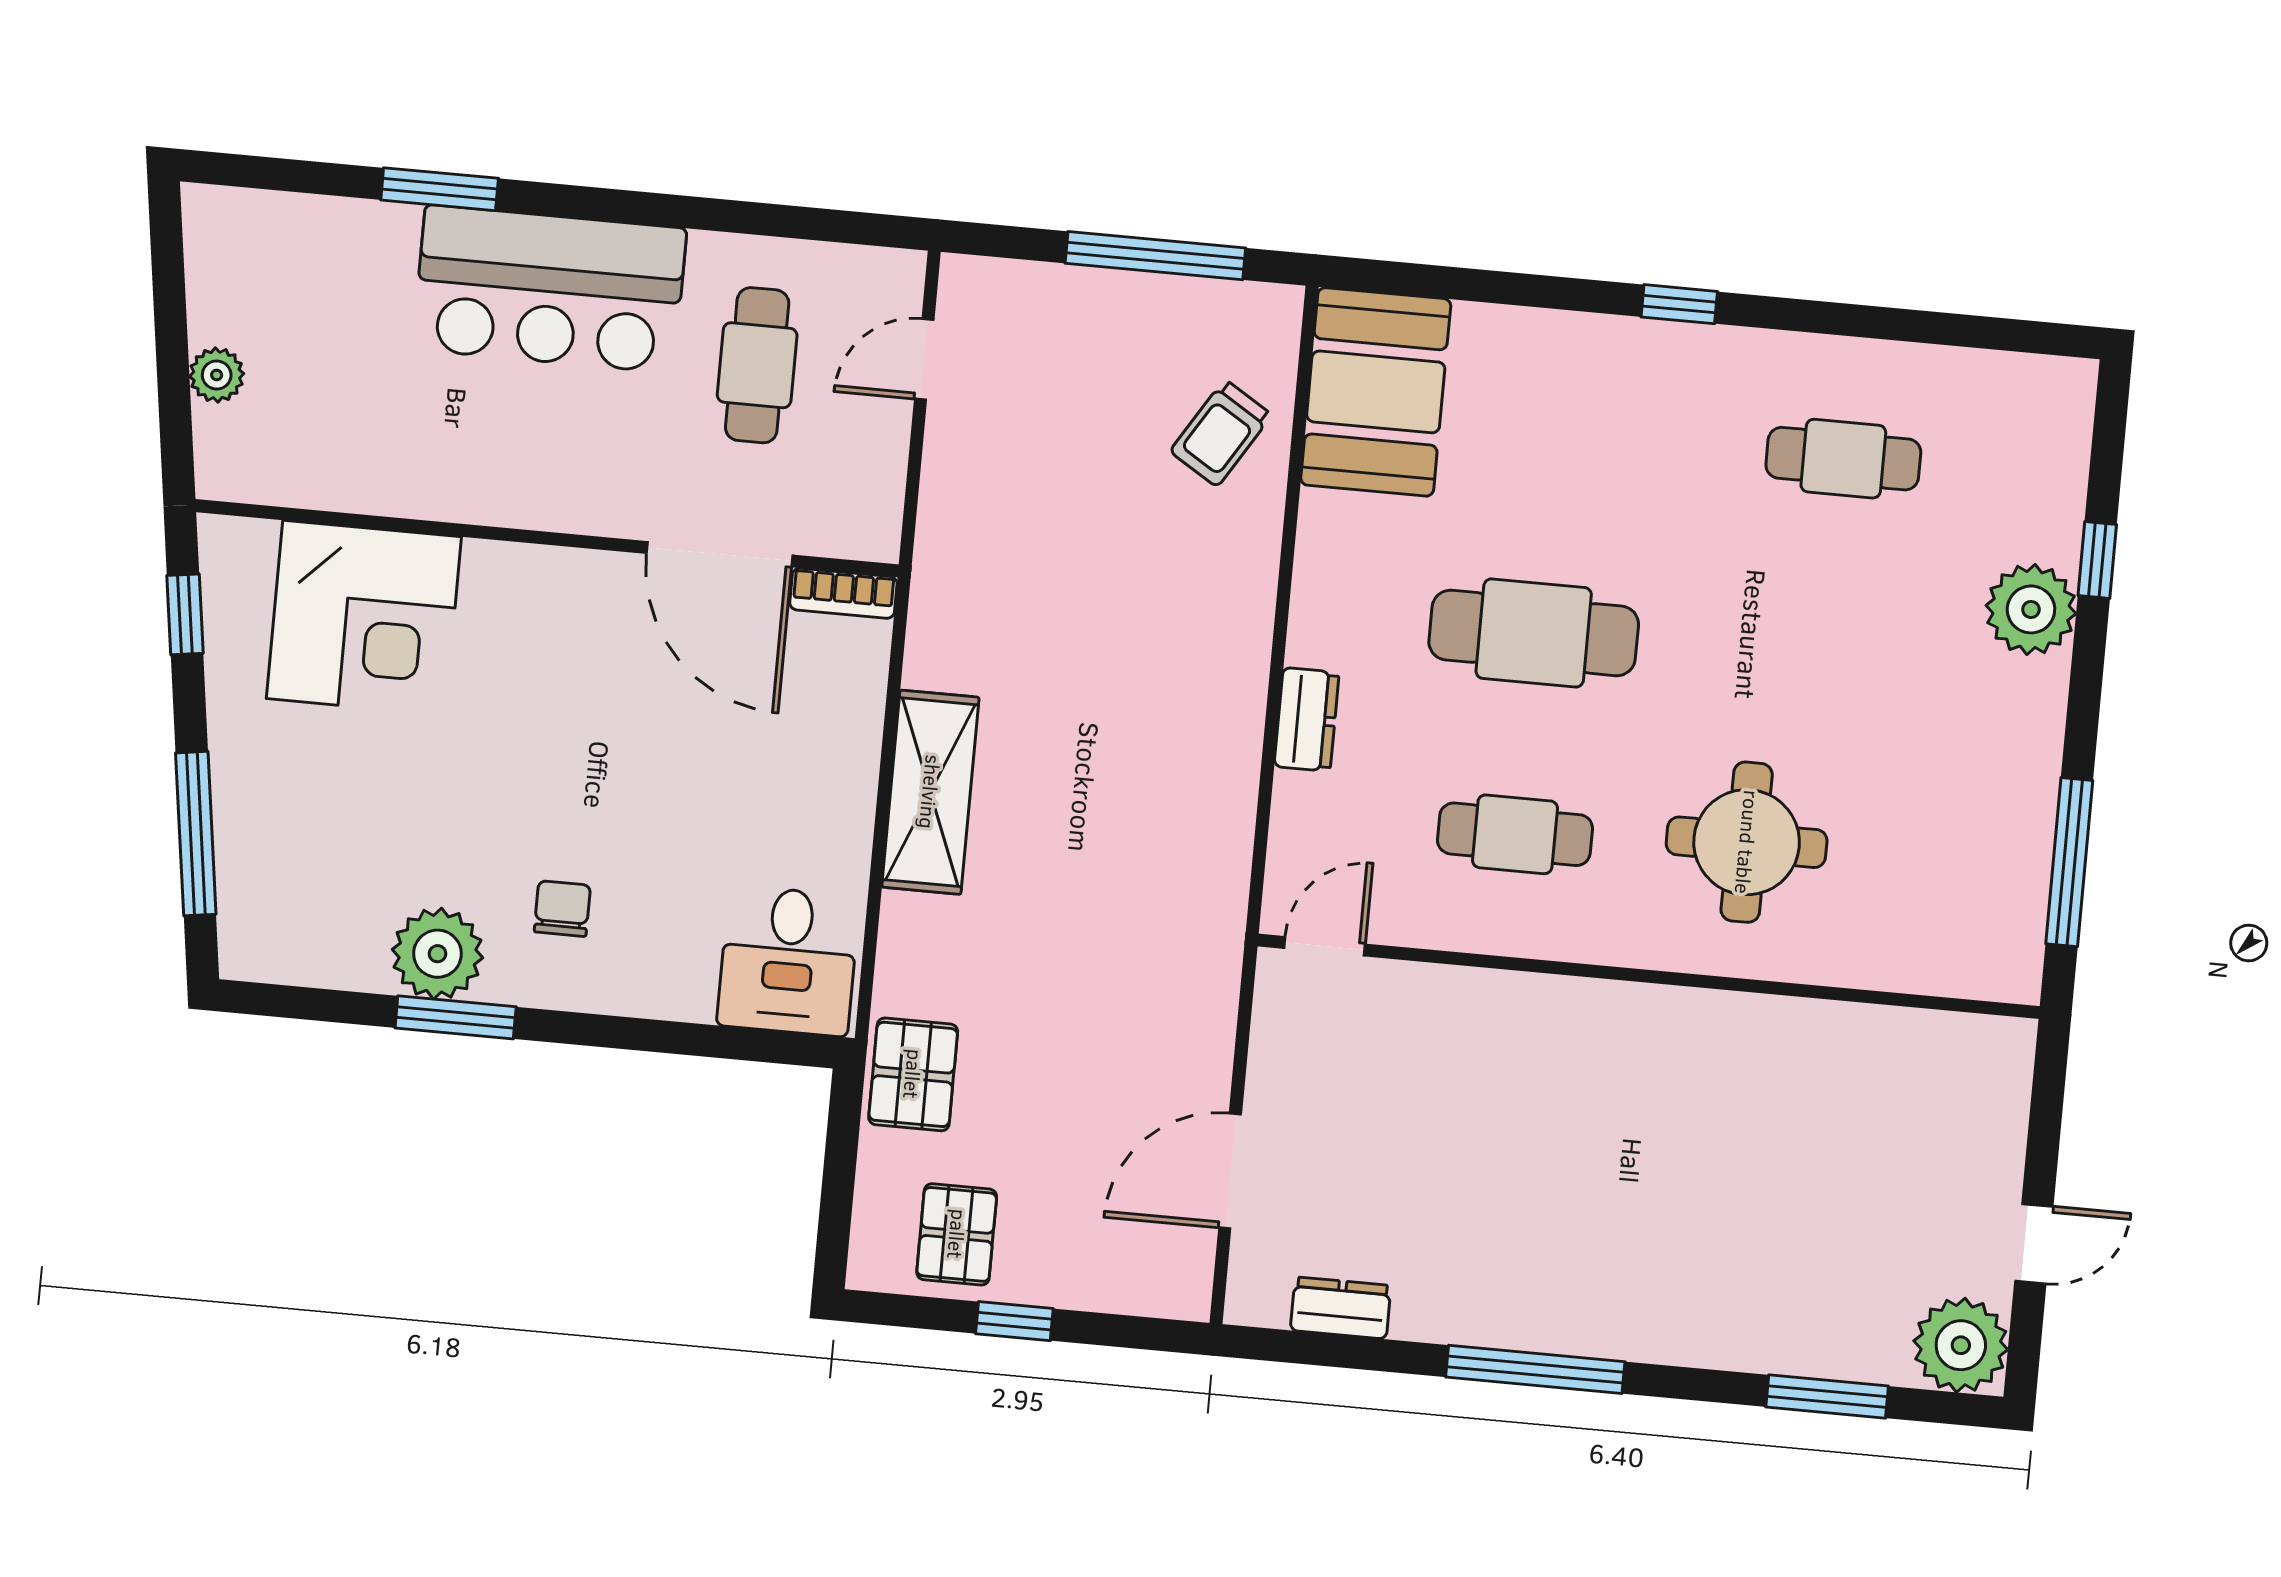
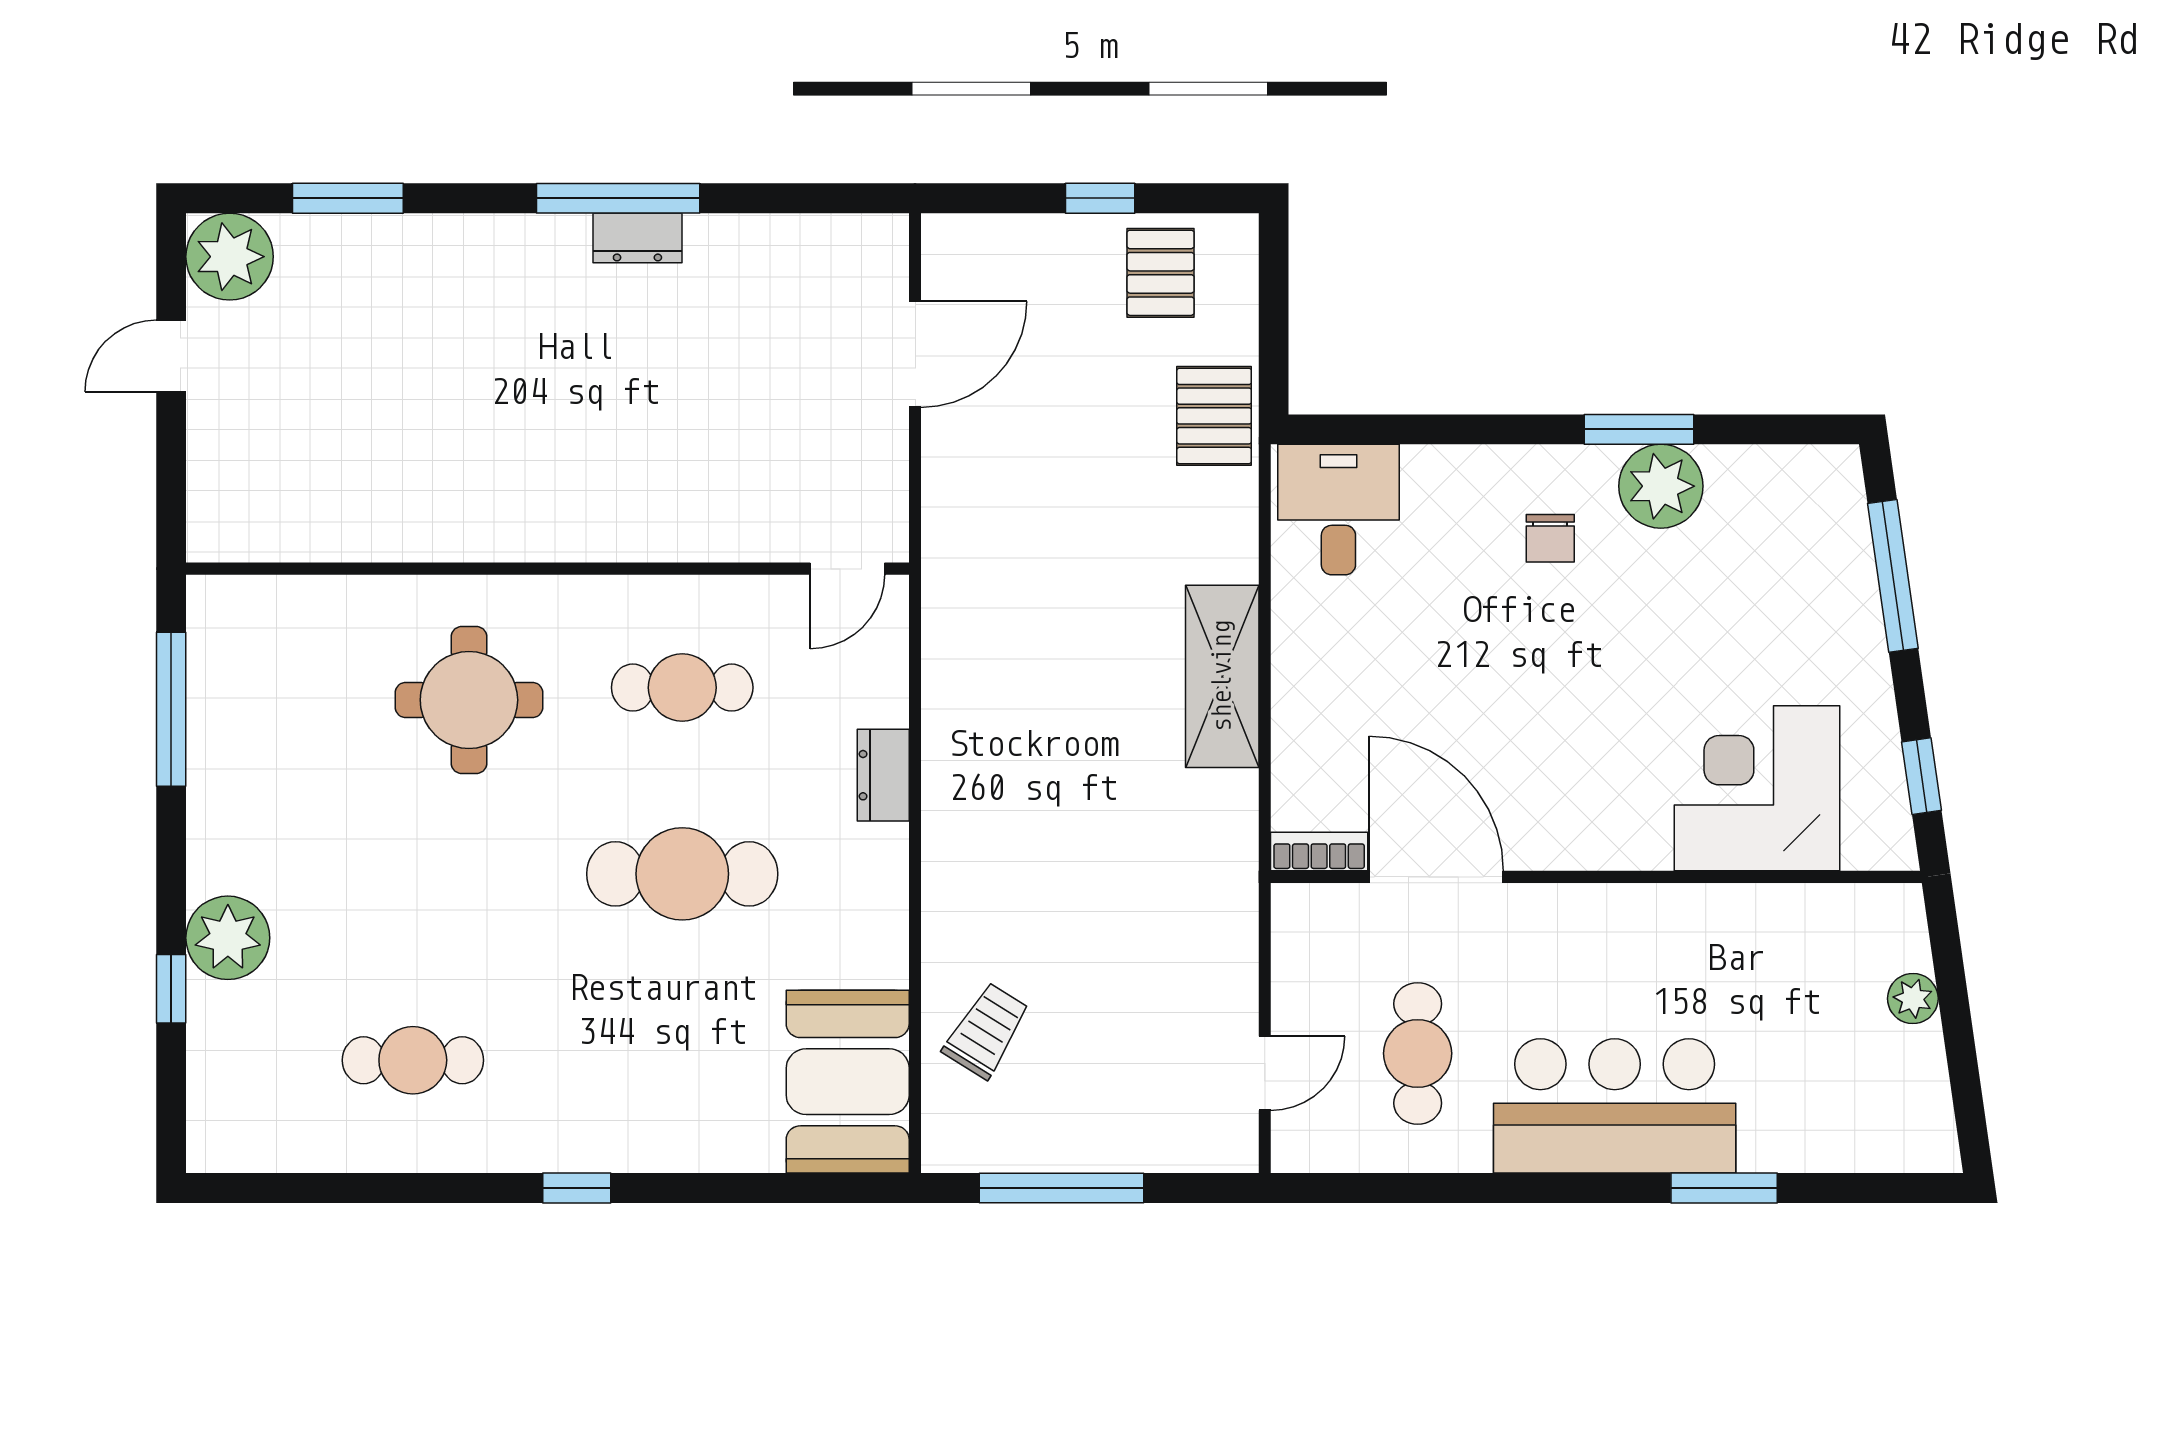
dresser: (1341, 1308) -> (637, 238), moved

